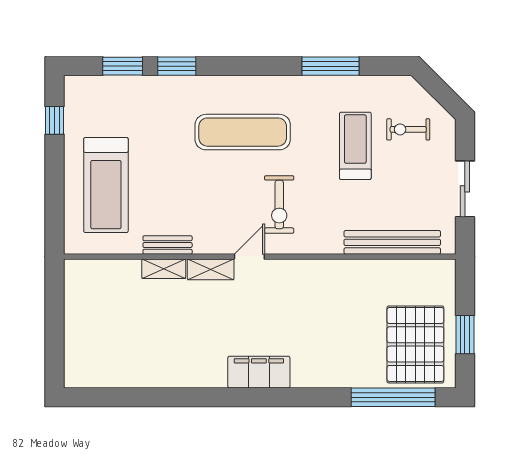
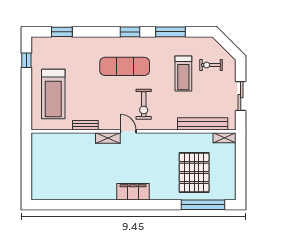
window: (177, 66) -> (130, 32), moved
treadmill: (355, 146) -> (183, 74), turned 180
door: (249, 257) -> (128, 131), hinge flipped
shelving: (164, 269) -> (224, 138), moved
window: (465, 335) -> (241, 172), removed
pallet: (415, 344) -> (194, 172), moved

